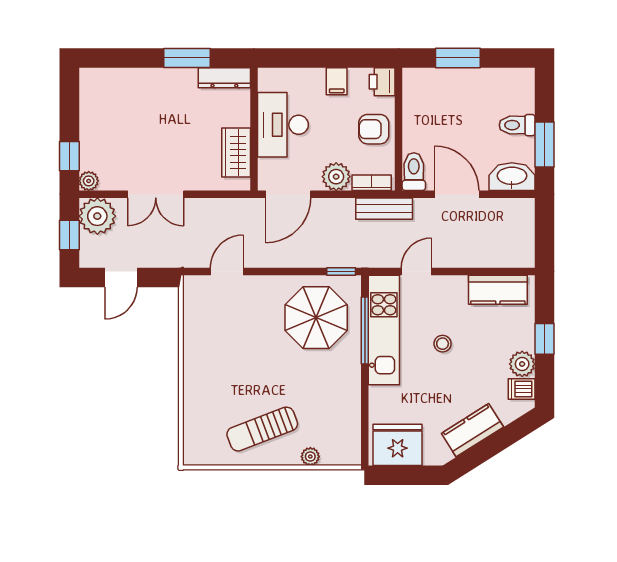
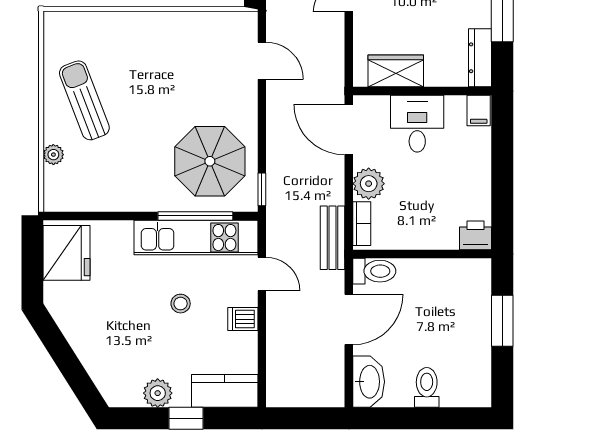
filing cabinet: (337, 81) -> (479, 111), moved, turned -90
desk: (283, 125) -> (417, 124), width x0.73
armchair: (374, 129) -> (422, 226), removed
window: (545, 144) -> (405, 418), removed
kitchen counter: (498, 290) -> (225, 391), moved, turned 90
dishwasher: (522, 389) -> (243, 319), moved, turned -90
kitchen counter: (472, 430) -> (83, 337), removed

